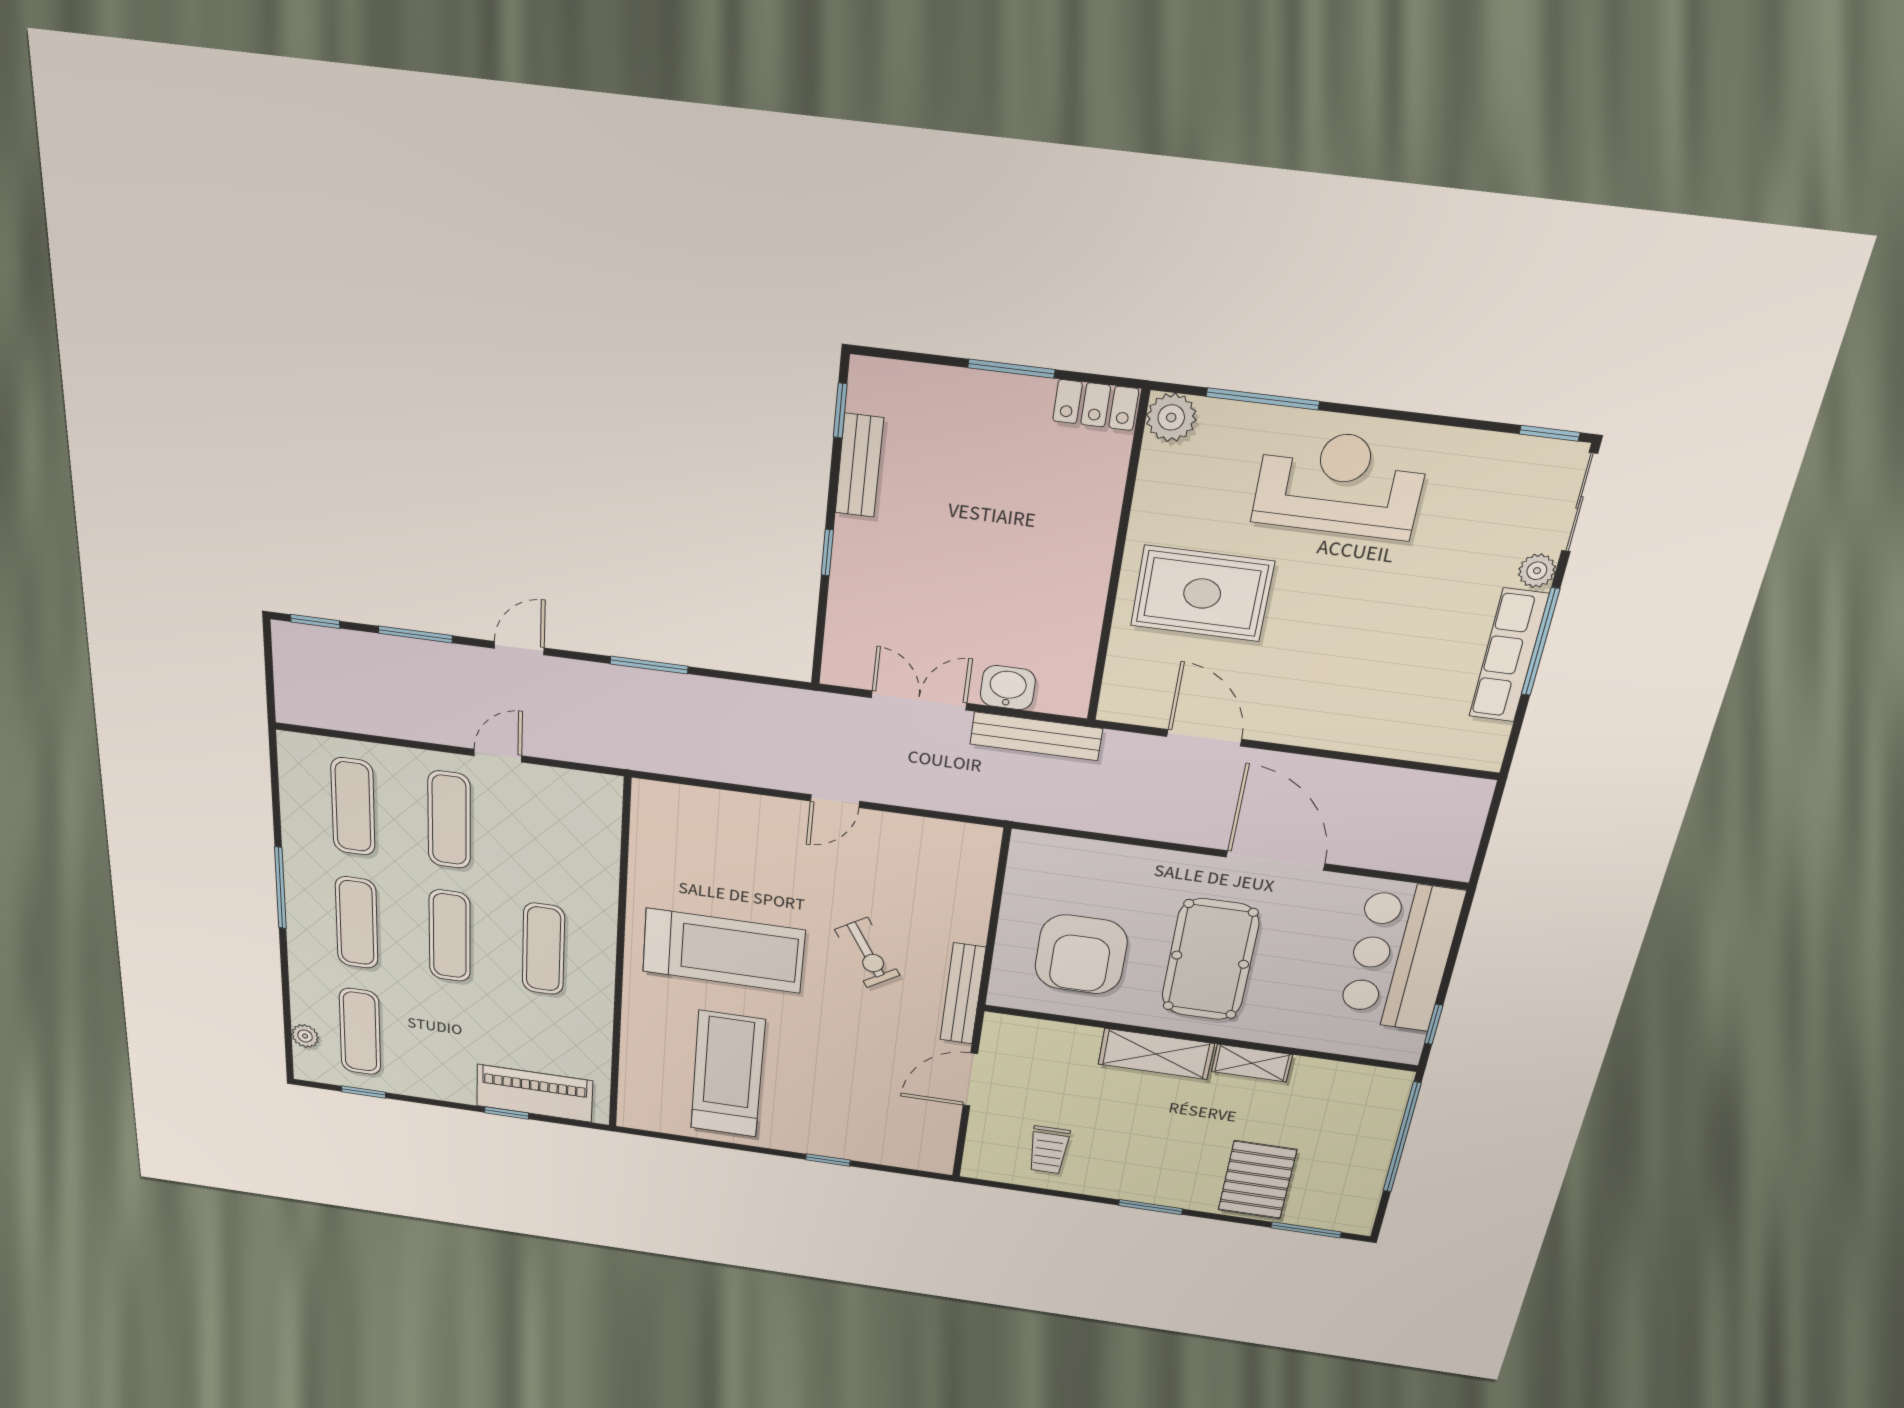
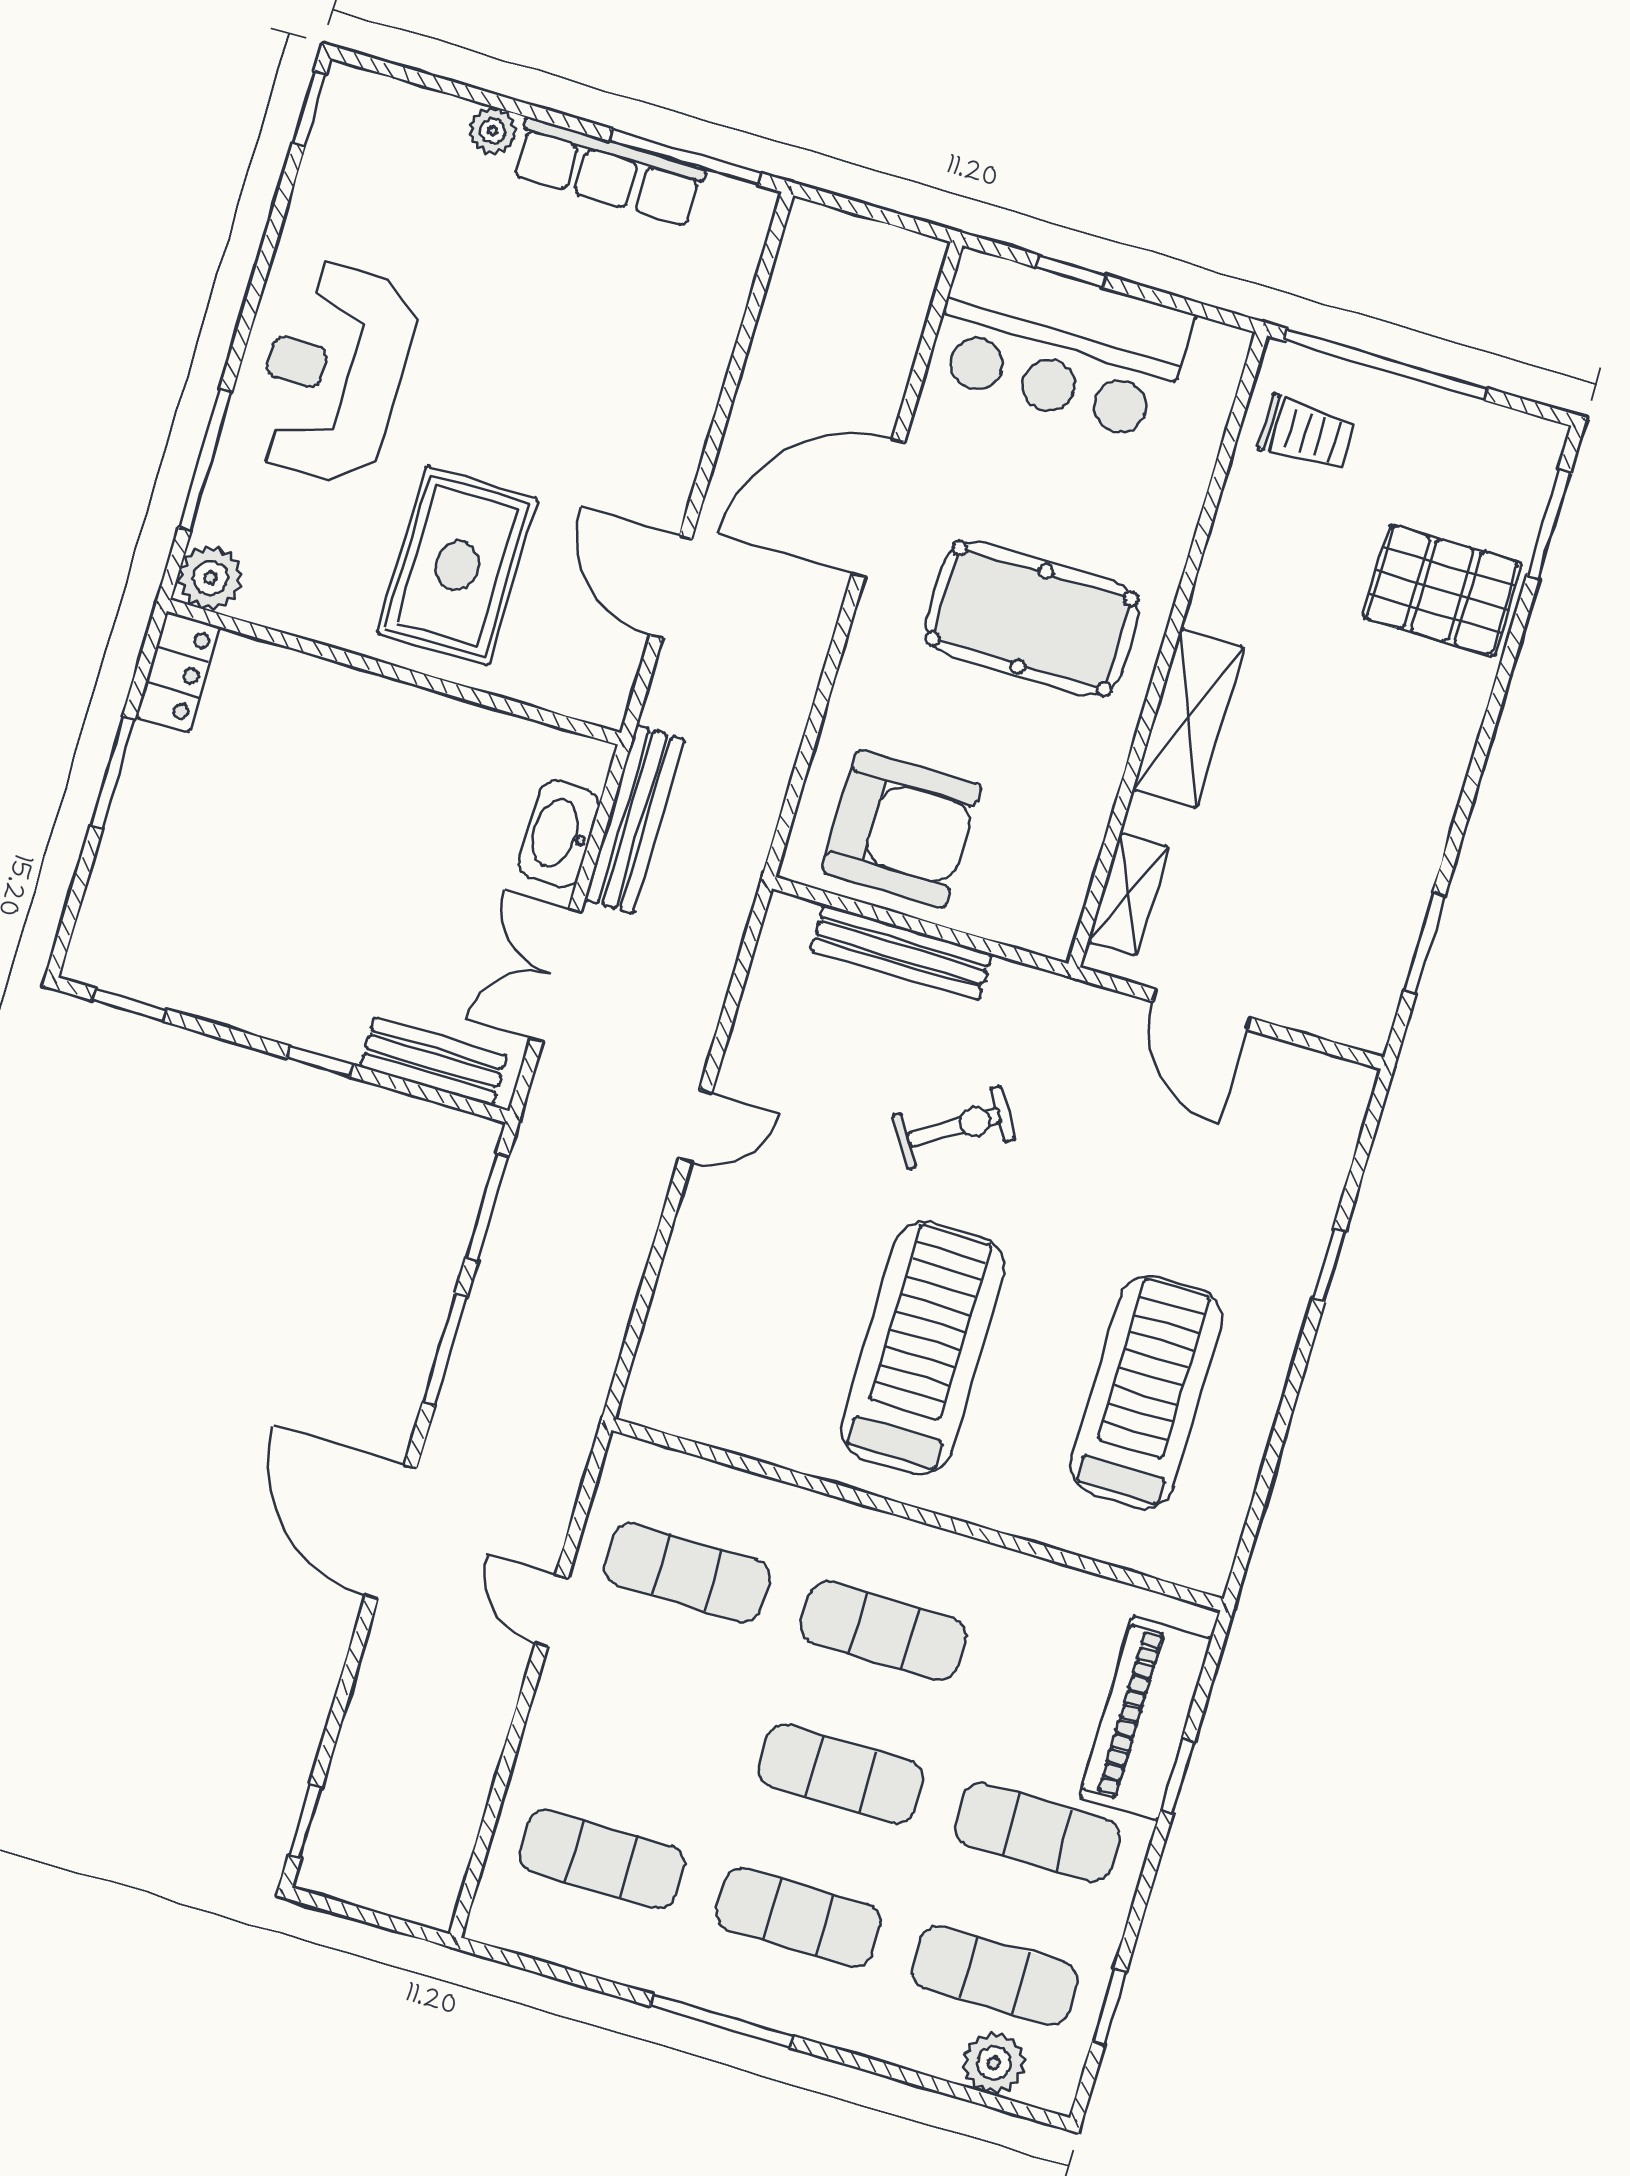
bench: (859, 466) -> (433, 1061), moved
sliding door: (1580, 502) -> (407, 75), removed
window: (415, 634) -> (487, 1207), moved
window: (1541, 642) -> (685, 157), moved
door: (519, 648) -> (391, 1532), width x1.87
washbasin: (1008, 688) -> (559, 834), width x1.38
door: (1204, 738) -> (671, 587), hinge flipped
door: (835, 801) -> (695, 1126), hinge flipped
exercise mat: (449, 820) -> (687, 1572), moved
armchair: (1081, 954) -> (901, 829), moved
bench: (963, 994) -> (901, 952), moved
window: (1434, 1024) -> (1071, 271), moved
plant: (305, 1036) -> (994, 2063), width x1.38, depth x1.38
exercise mat: (450, 1045) -> (1037, 1832), added
shelving: (1252, 1063) -> (1128, 894), moved
treadmill: (728, 1074) -> (1147, 1392), turned 90
trolley: (1049, 1150) -> (1307, 433), moved
window: (1151, 1207) -> (1424, 943), moved

